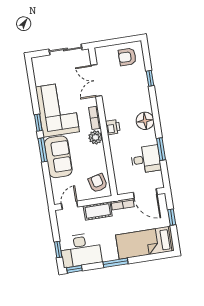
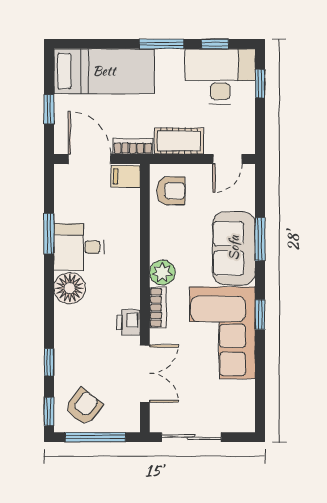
window: (118, 41) -> (95, 437), added
window: (146, 51) -> (49, 411), added
armchair: (127, 57) -> (84, 407), turned -52
printer: (113, 127) -> (129, 323), moved
window: (43, 150) -> (260, 239), moved
desk: (146, 159) -> (79, 247), moved
armchair: (98, 183) -> (171, 191), turned -76
filing cabinet: (124, 187) -> (126, 176), added
window: (74, 269) -> (215, 44), moved

